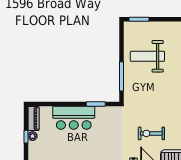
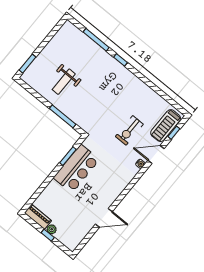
weight bench: (147, 56) -> (64, 82), width x0.73, depth x0.75
bar counter: (74, 118) -> (76, 169), moved

